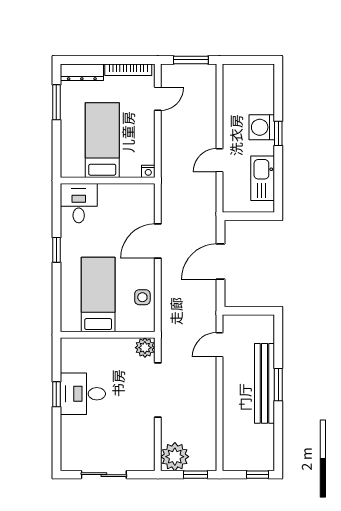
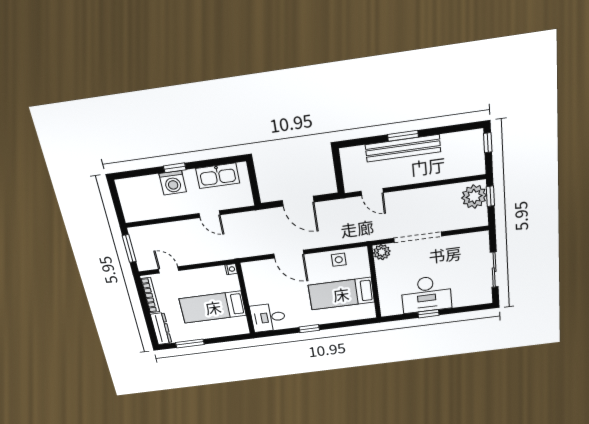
desk: (83, 394) -> (426, 294), width x1.37
plant: (175, 457) -> (474, 197), moved

